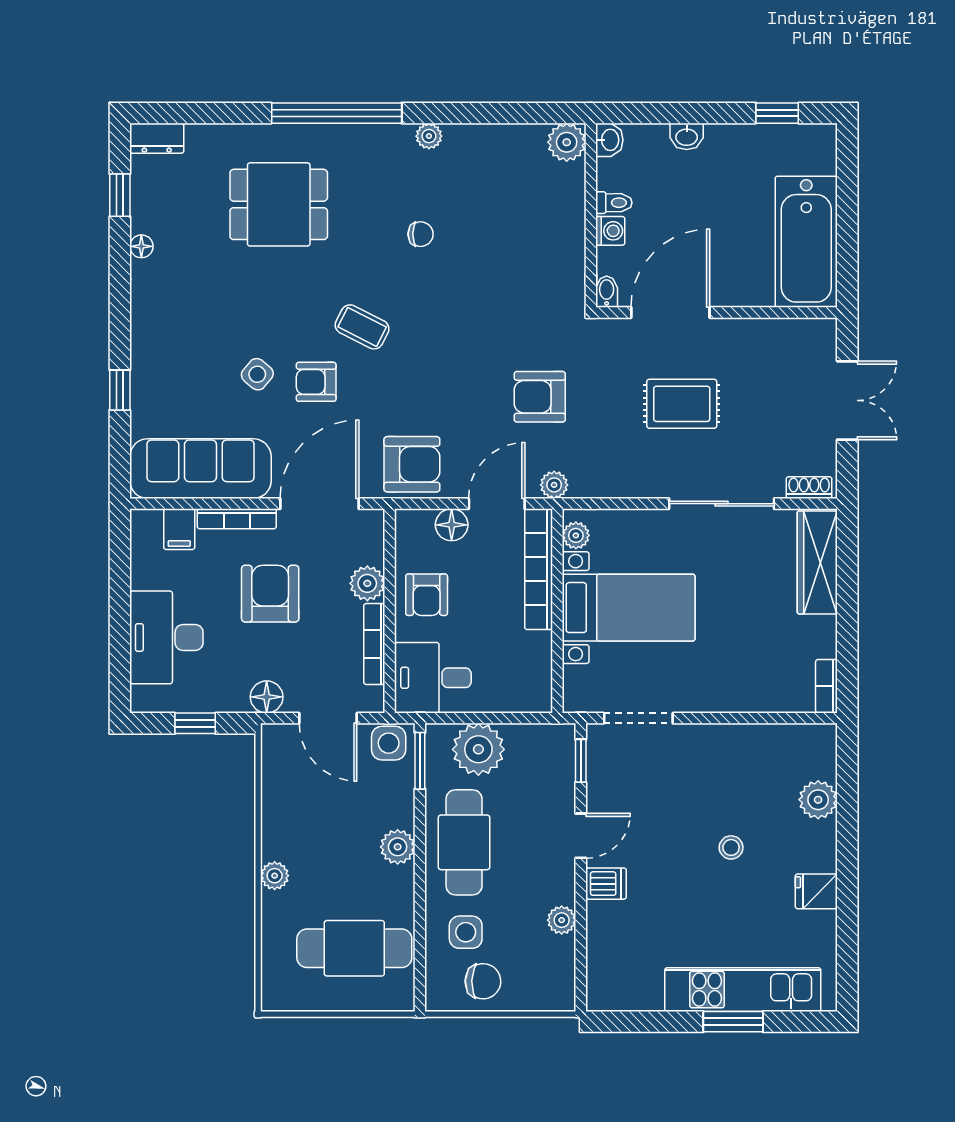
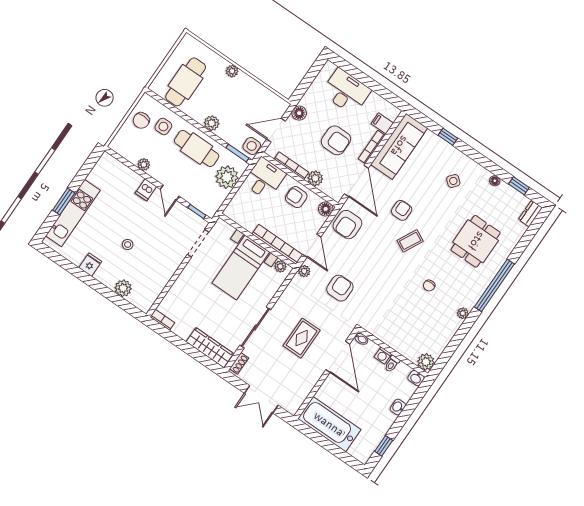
side table: (257, 374) -> (453, 181), moved
floor lamp: (452, 525) -> (326, 209), moved
window: (195, 723) -> (308, 80), removed

